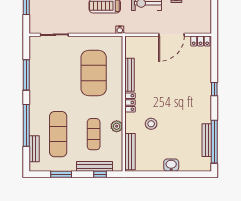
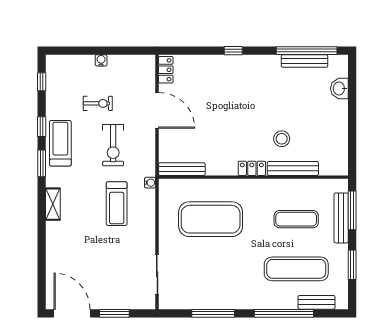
bench: (129, 75) -> (182, 169), moved
plant: (117, 126) -> (285, 187), removed
bench: (130, 152) -> (293, 168), moved
washbasin: (171, 165) -> (339, 89), moved
window: (100, 174) -> (352, 210), width x2.17

